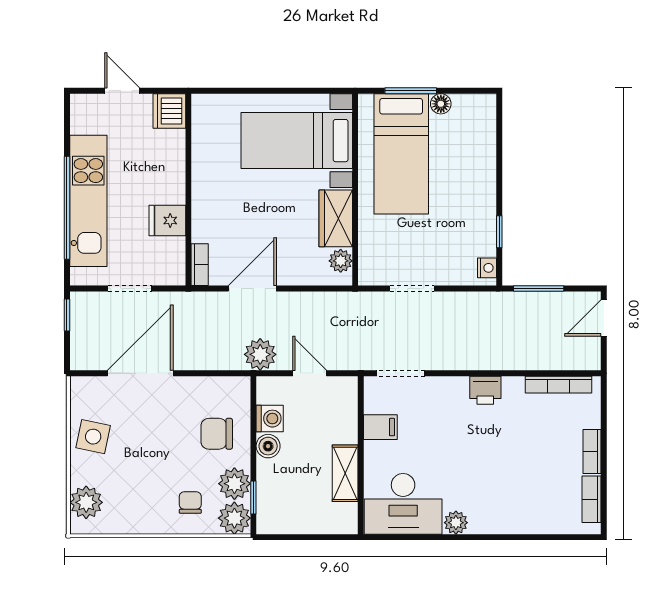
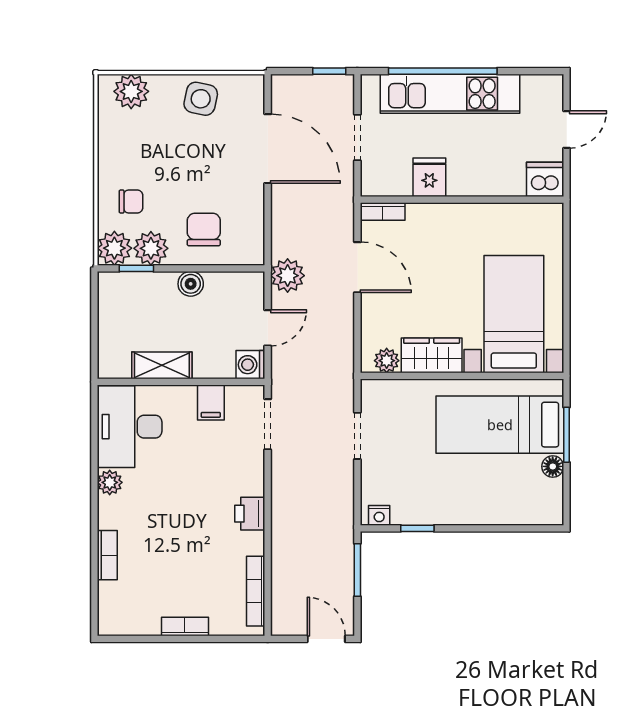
washing machine: (270, 419) -> (250, 365), moved, turned 90
bookcase: (592, 499) -> (107, 555), moved, turned 90

